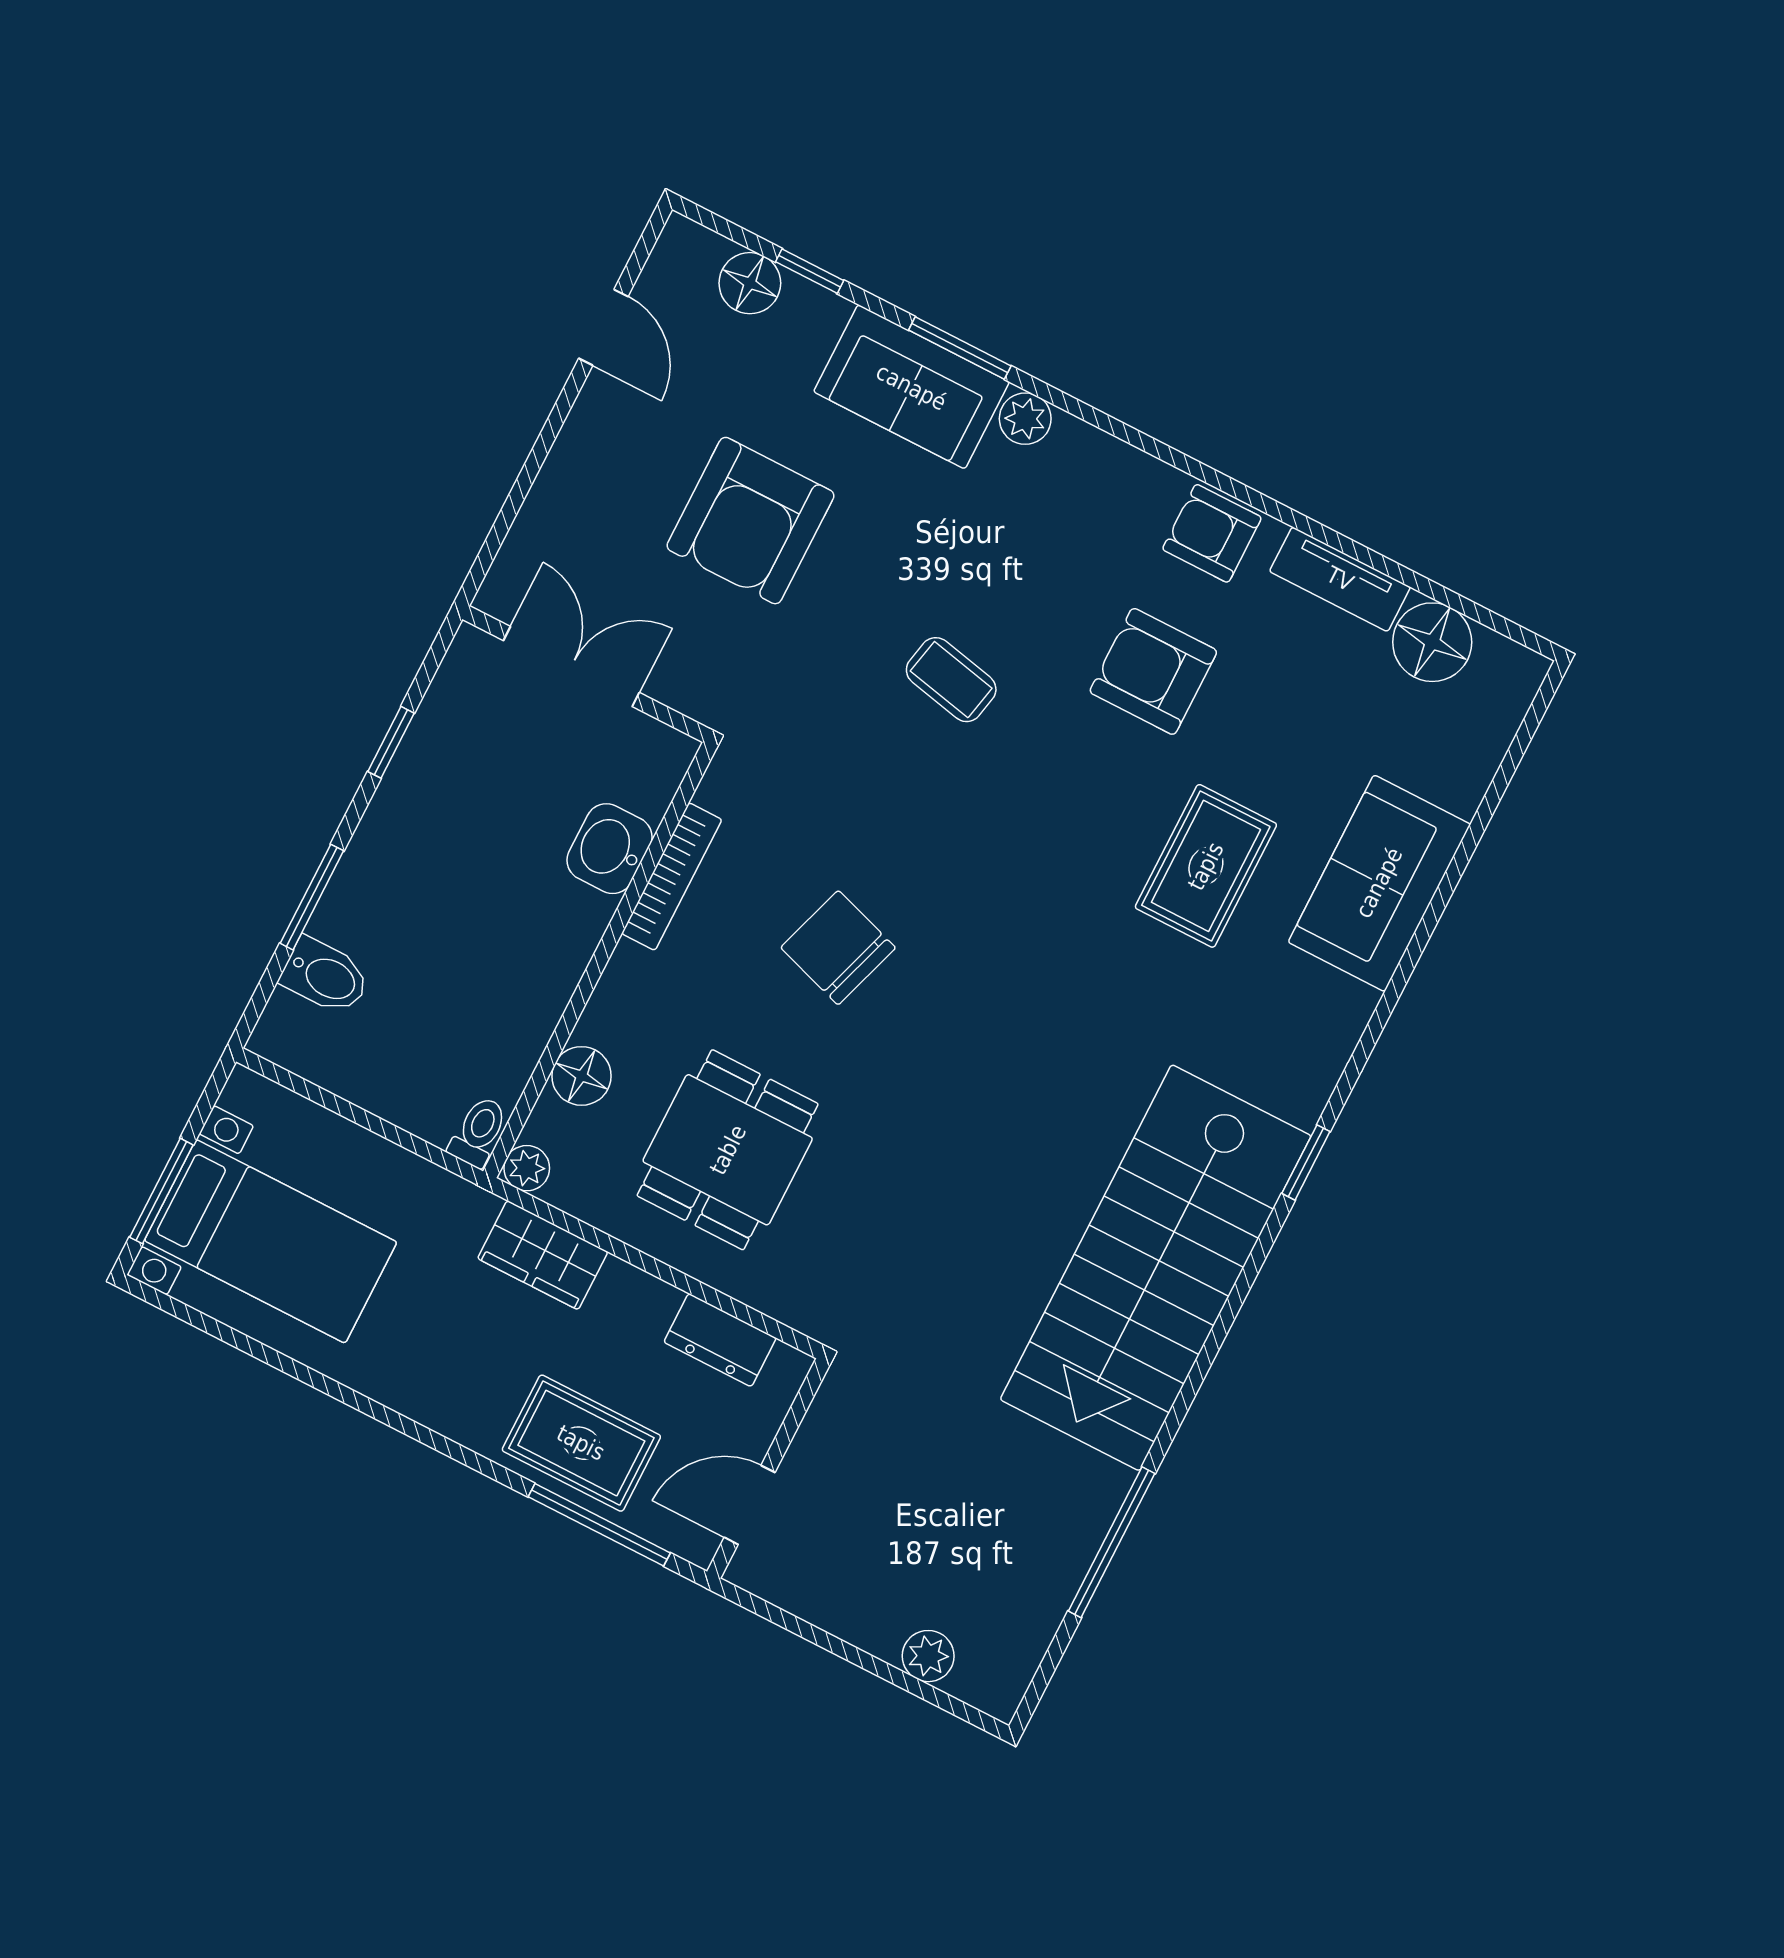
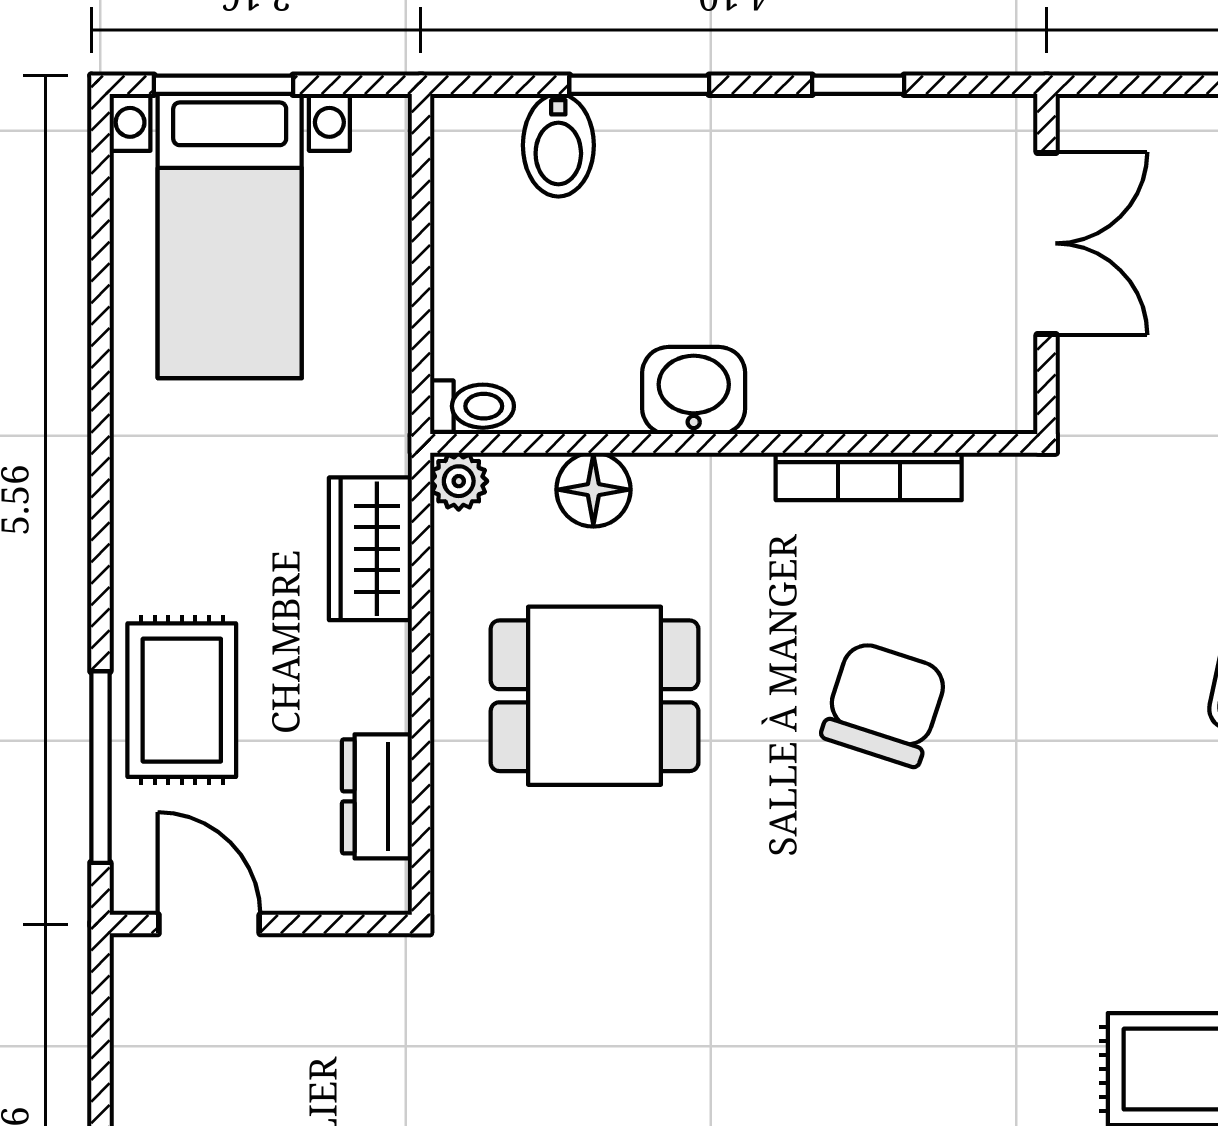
washbasin: (610, 849) -> (694, 391), moved

